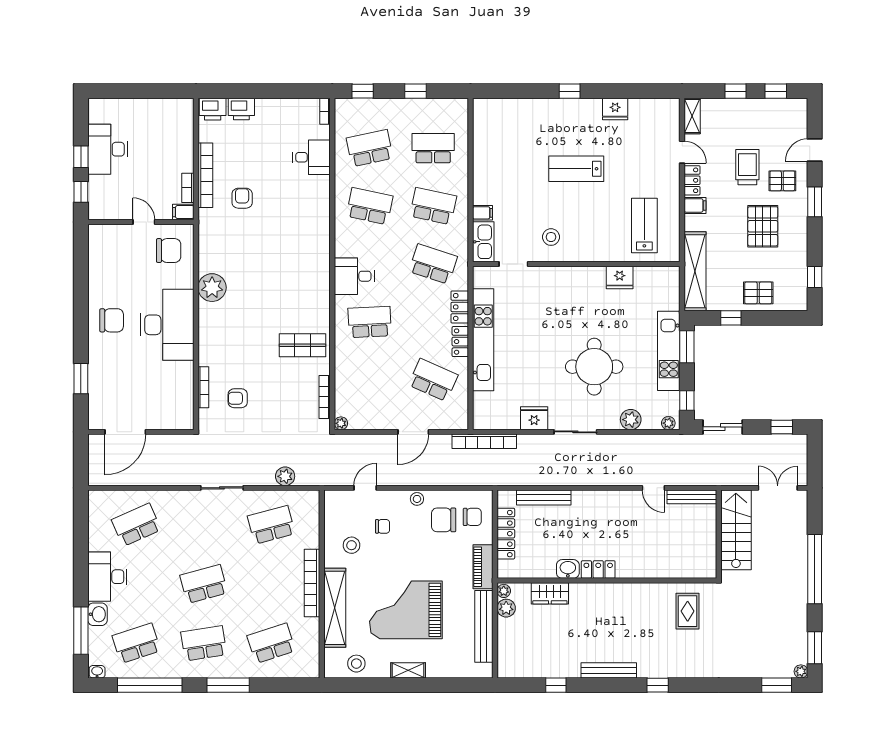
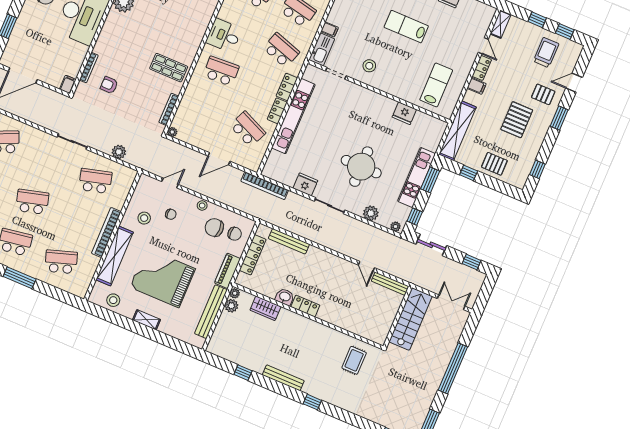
trolley: (747, 167) -> (546, 52), moved
filing cabinet: (186, 419) -> (68, 84), added

